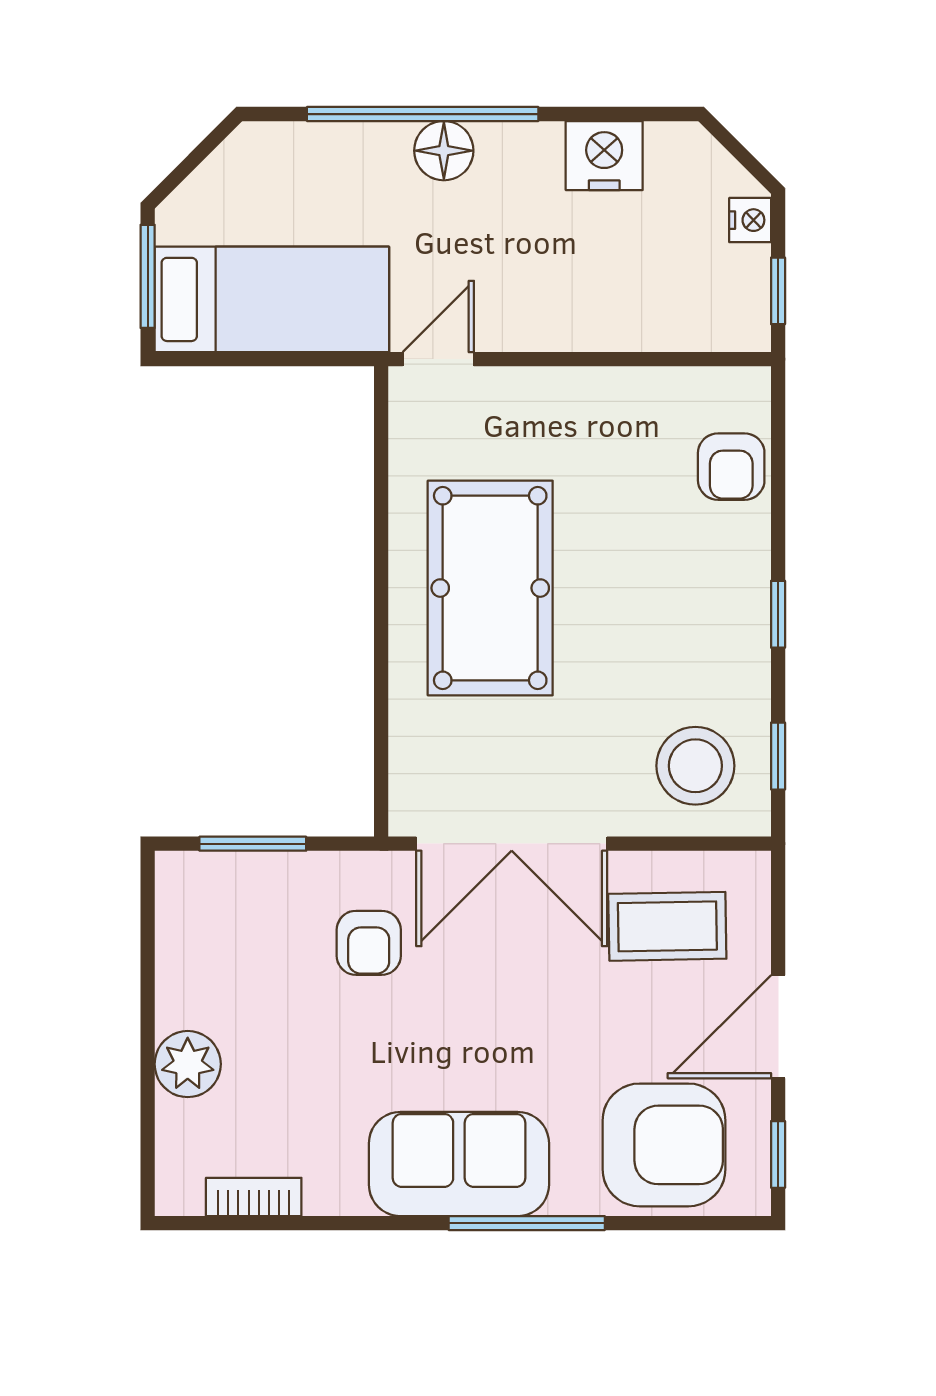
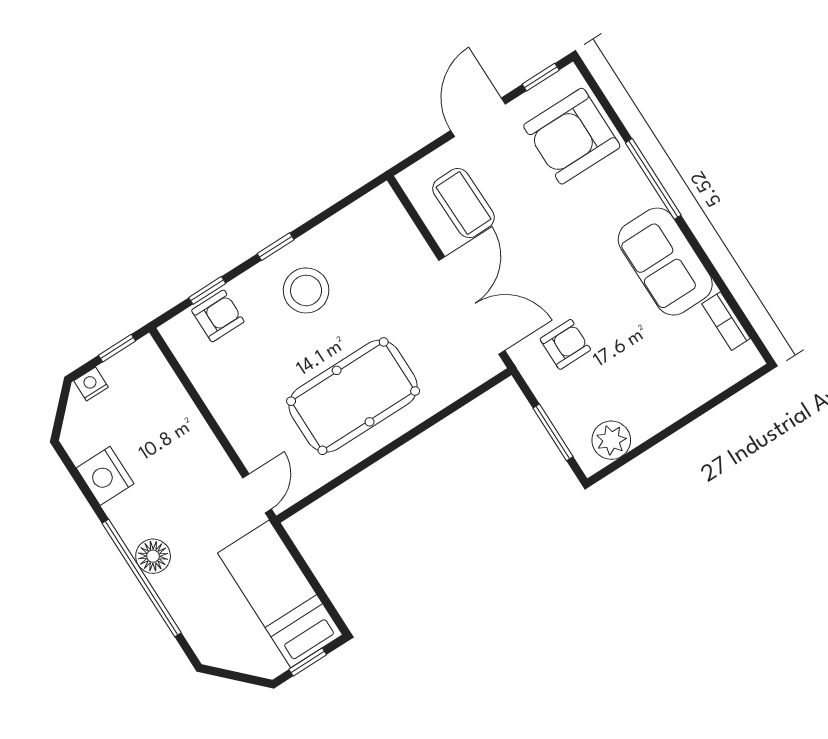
window: (148, 276) -> (308, 662), width x0.67
door: (438, 359) -> (257, 493), swing flipped
window: (778, 756) -> (207, 290), moved
stool: (695, 766) -> (306, 290), moved
door: (778, 1027) -> (478, 117), swing flipped
plant: (188, 1064) -> (611, 440), moved
armchair: (664, 1145) -> (572, 136), turned -90
sofa: (459, 1164) -> (665, 262), moved

